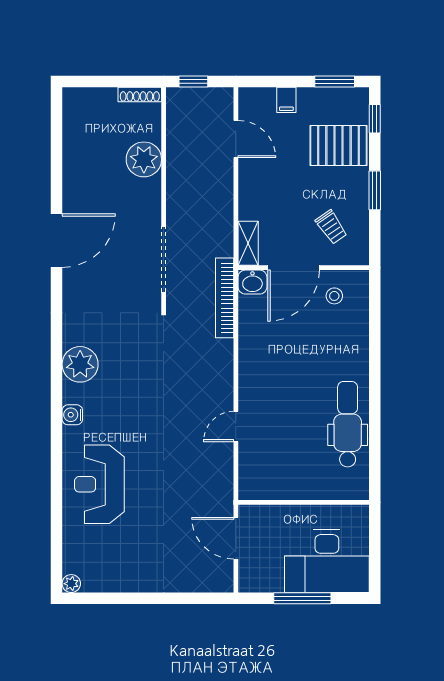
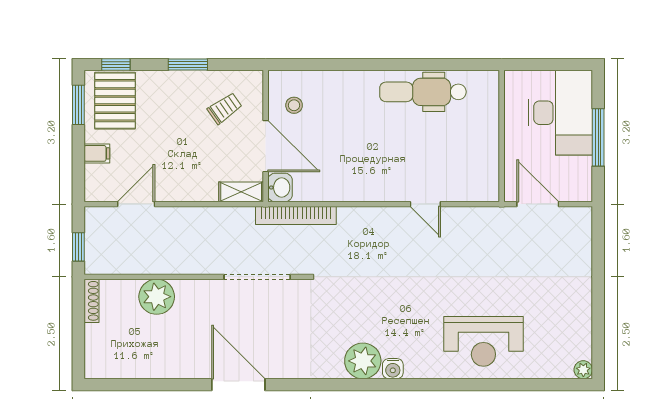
pallet: (339, 145) -> (115, 101), moved
water cooler: (72, 415) -> (393, 369), moved
door: (236, 538) -> (538, 204), swing flipped

